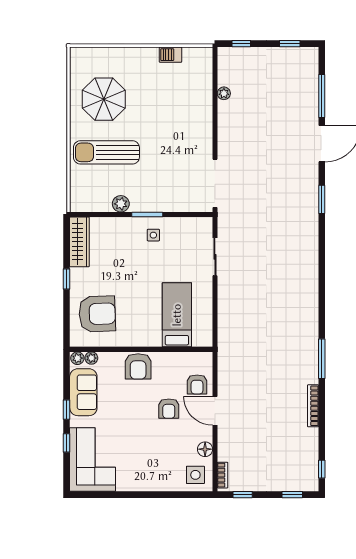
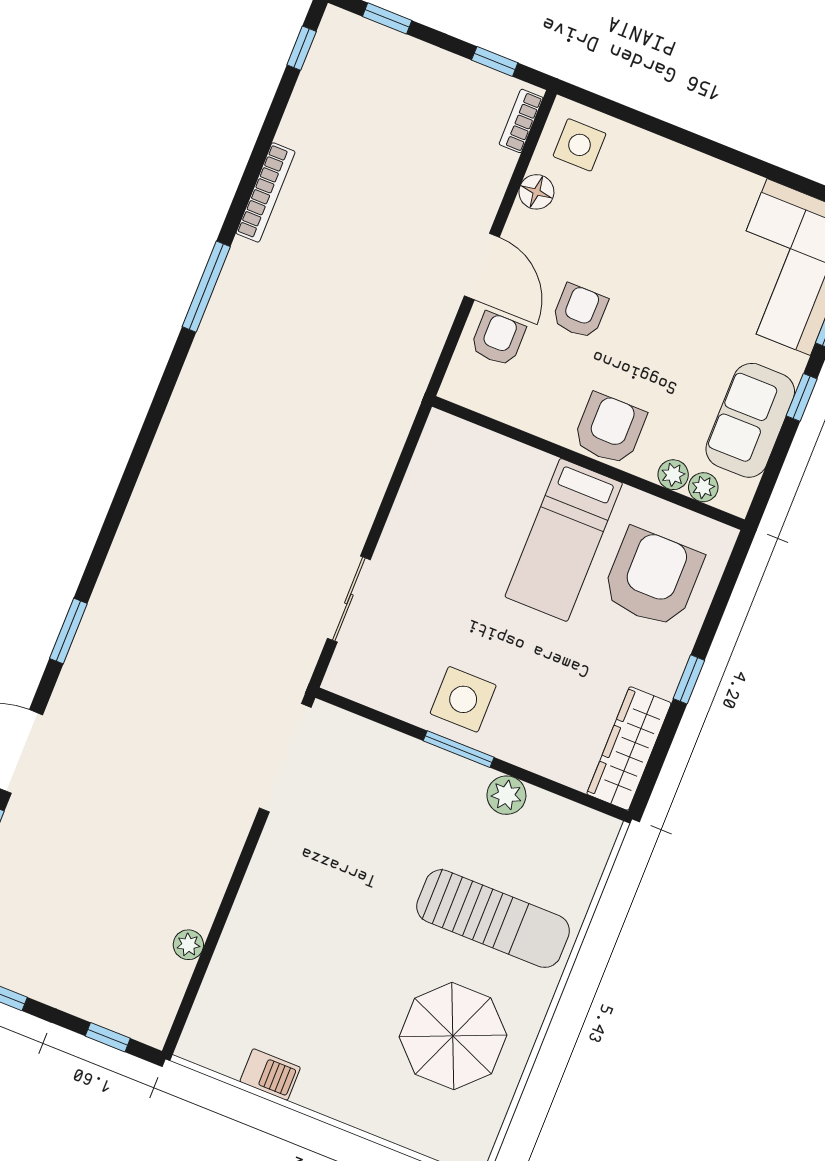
side table: (153, 235) -> (463, 699), width x1.87, depth x1.87
armchair: (97, 314) -> (653, 578), turned 92
bed: (177, 315) -> (564, 540), moved
plant: (77, 358) -> (673, 475), moved

